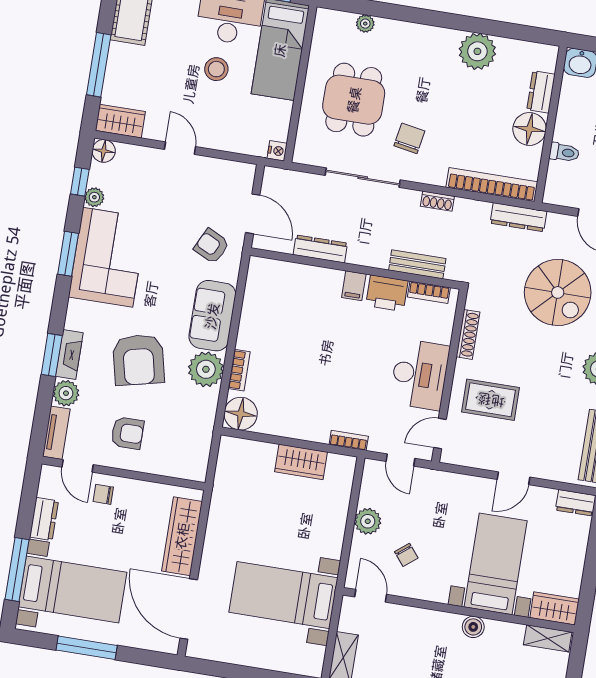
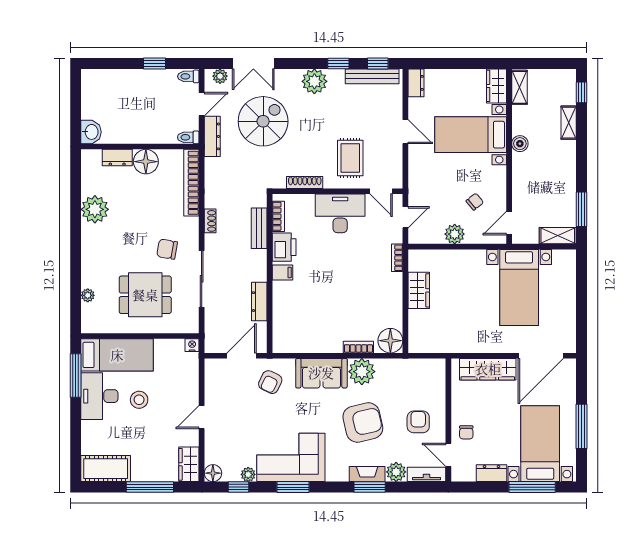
toilet: (564, 152) -> (188, 137), moved, turned -90
dresser: (519, 217) -> (212, 136), moved
door: (78, 466) -> (448, 455), swing flipped

